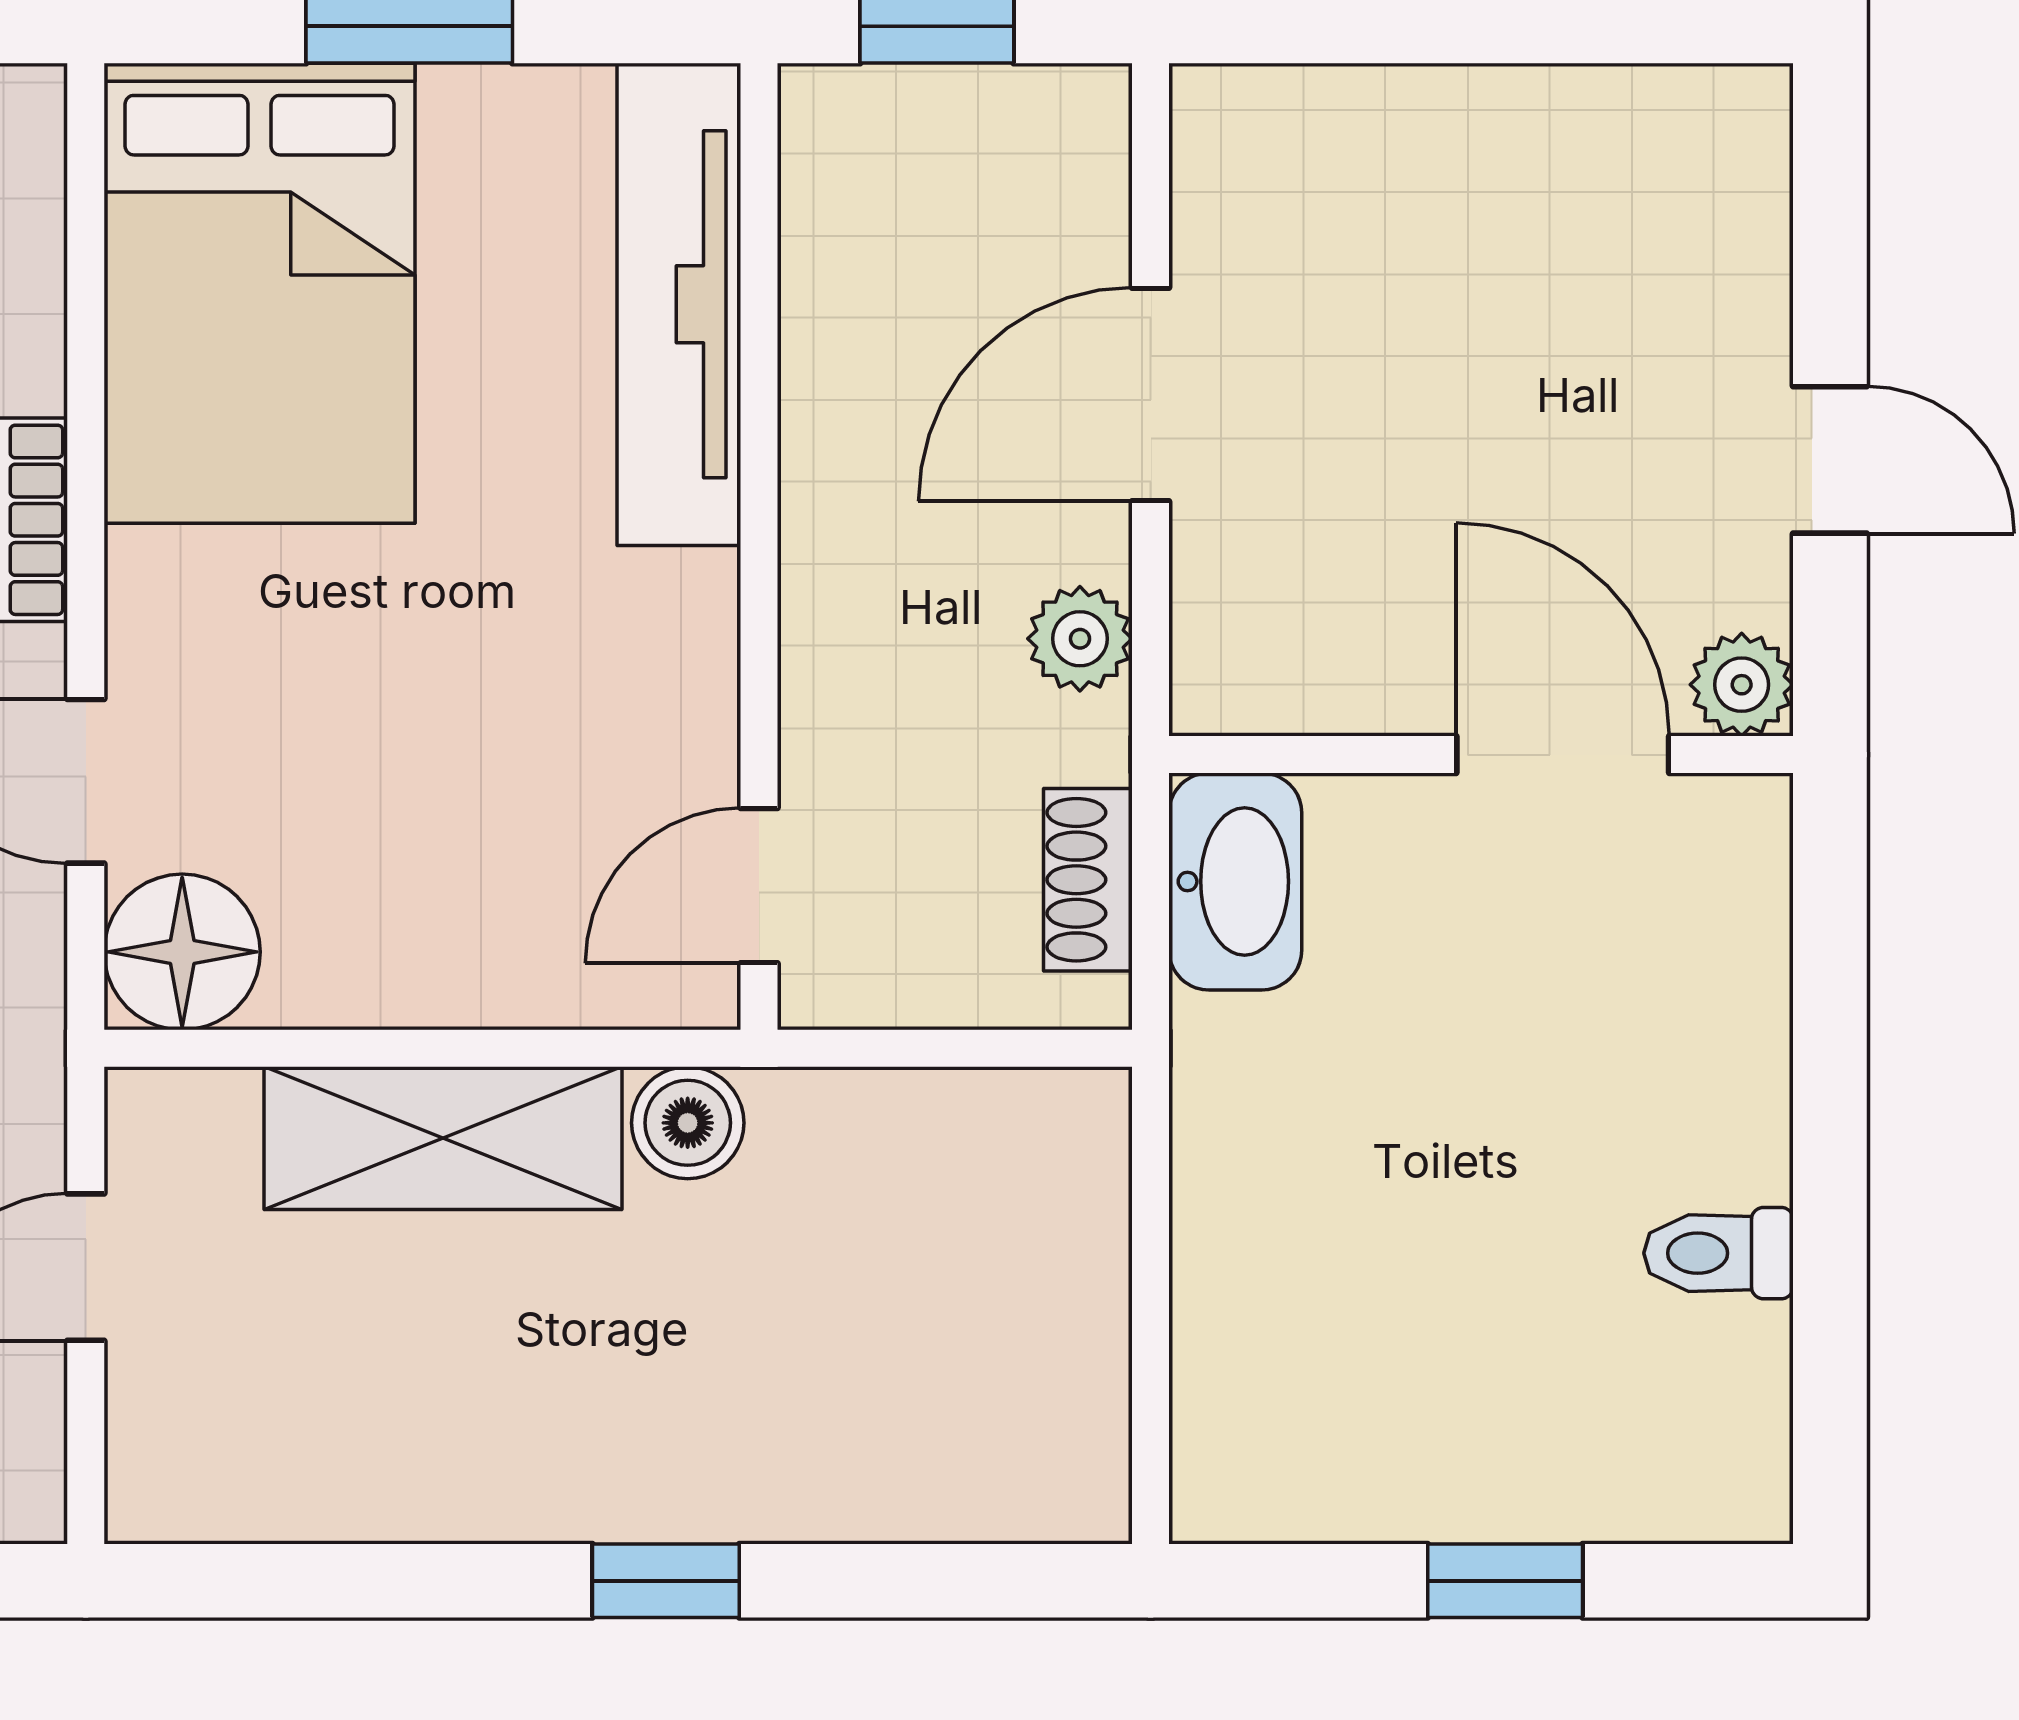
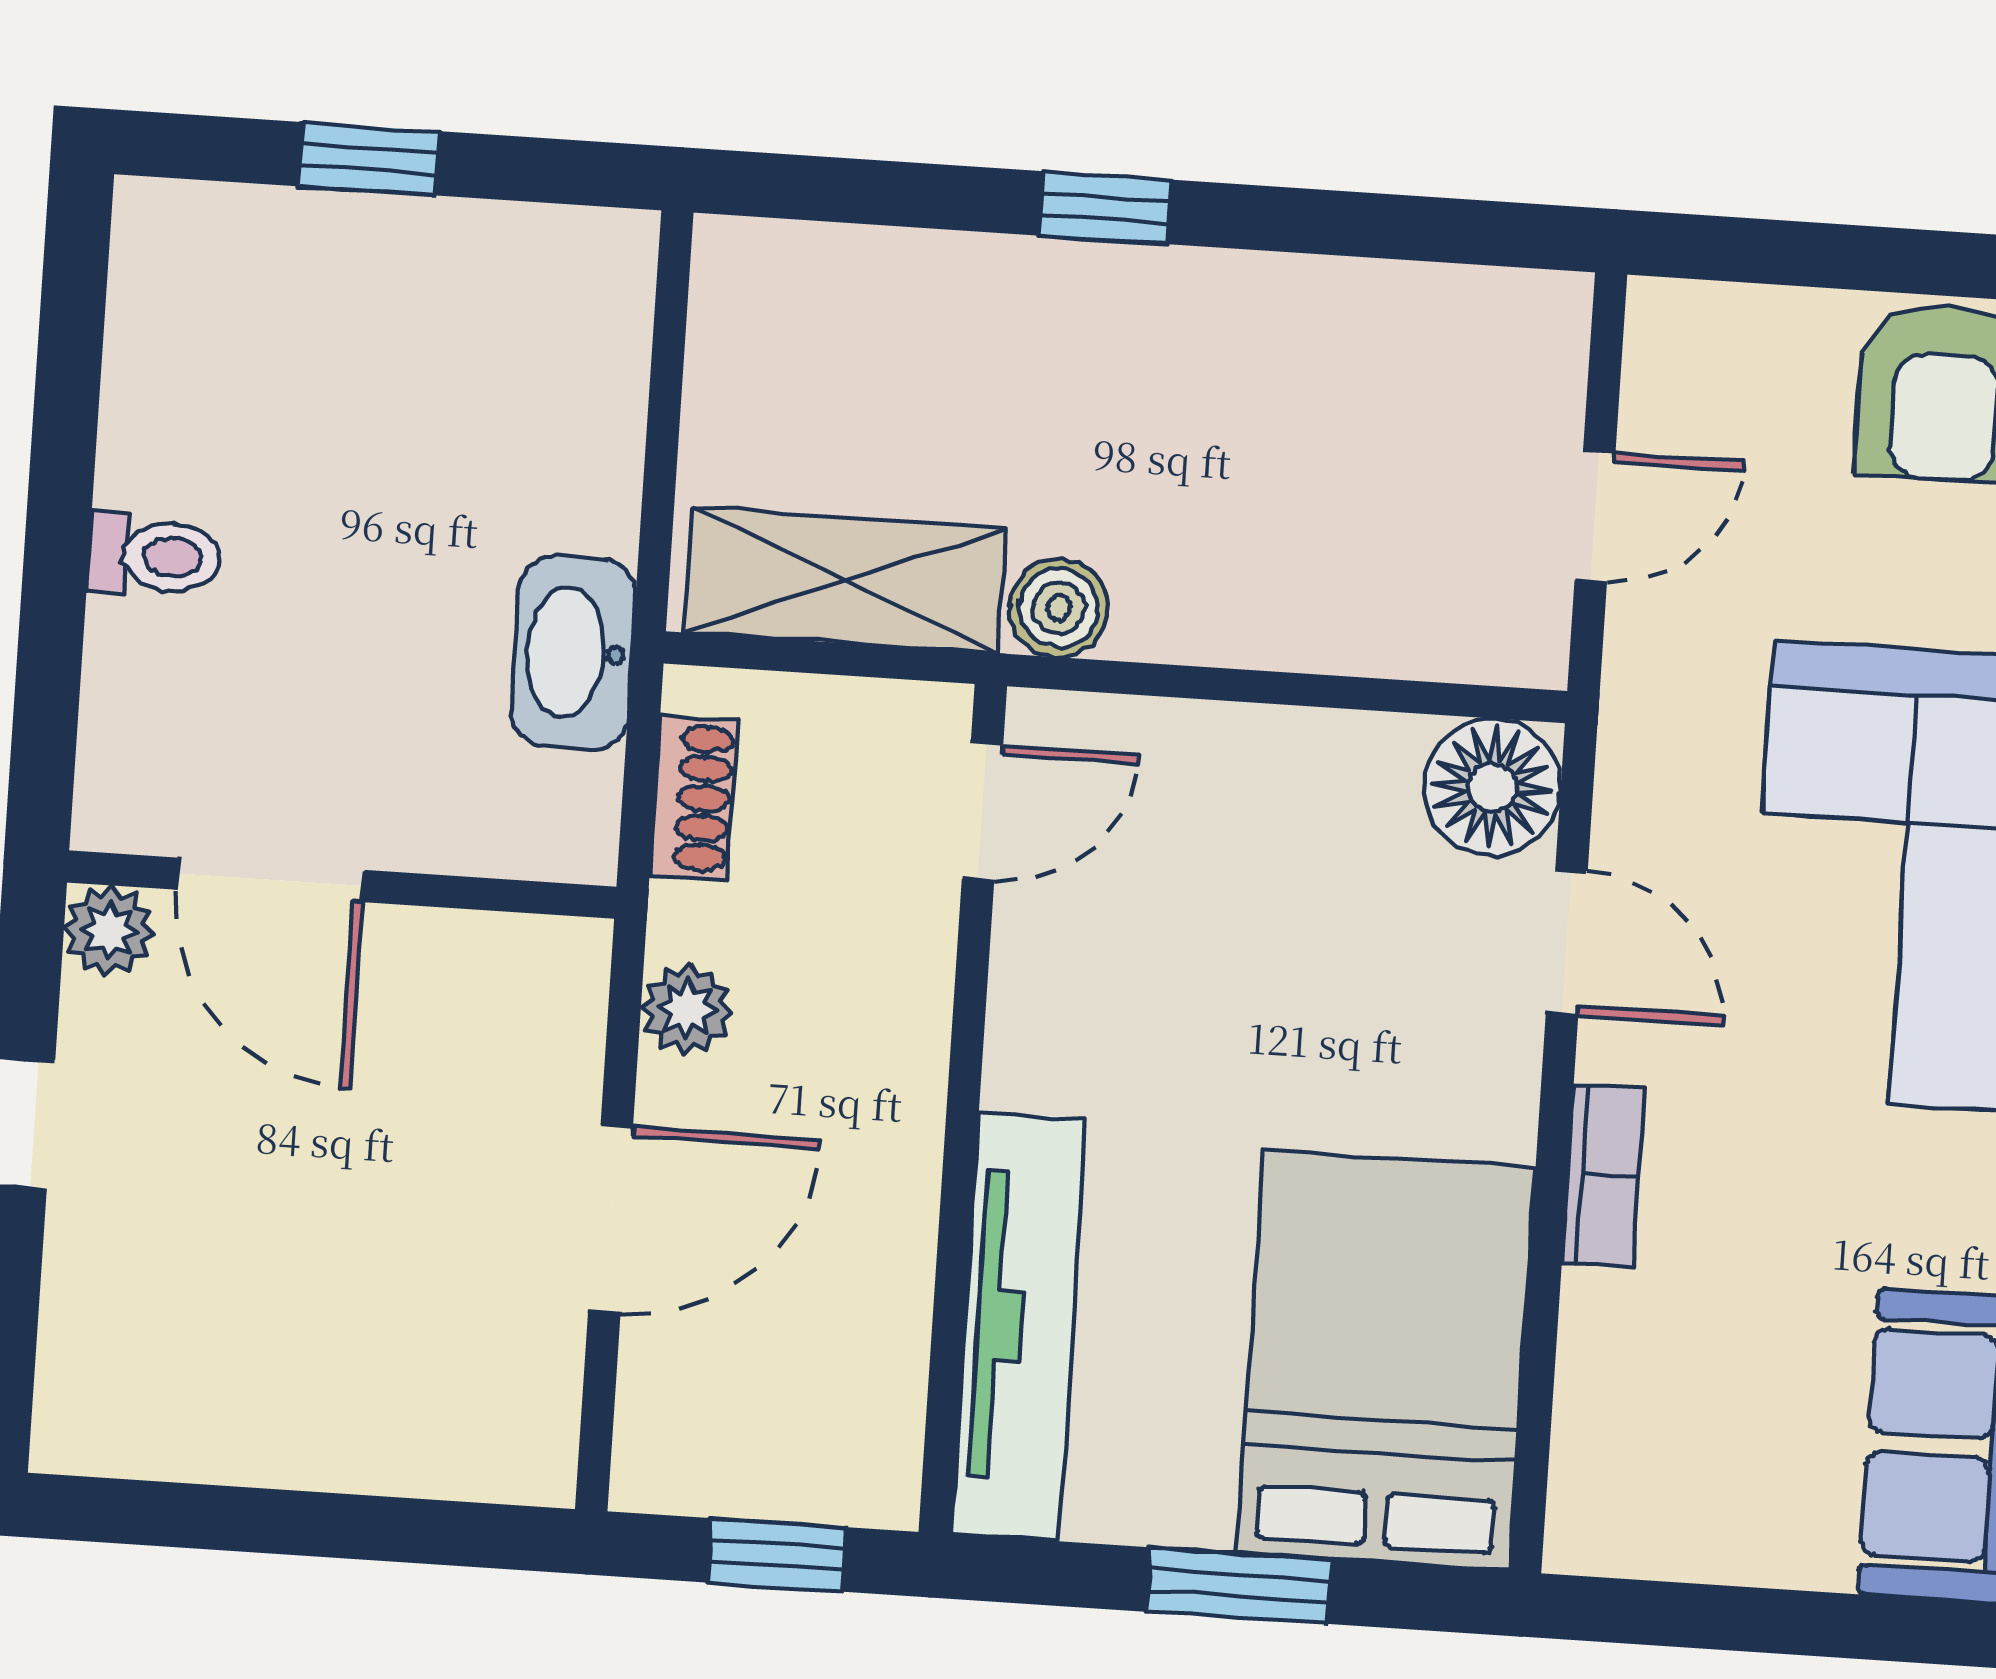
washbasin: (1235, 881) -> (574, 653), moved
shelving: (443, 1138) -> (845, 580), moved
toilet: (1719, 1253) -> (154, 556), moved

